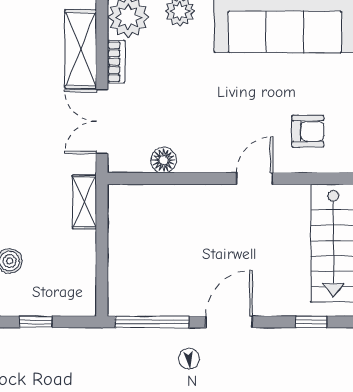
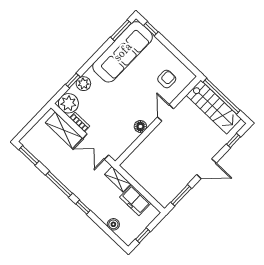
floor lamp: (164, 160) -> (140, 126), moved
freezer: (78, 259) -> (135, 200), added
window: (152, 322) -> (181, 195), width x0.69
door: (229, 322) -> (206, 169), swing flipped

